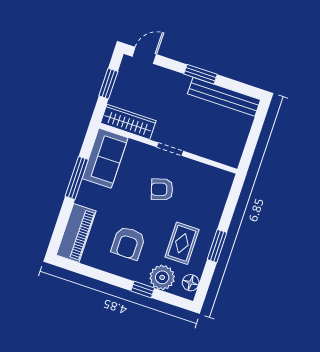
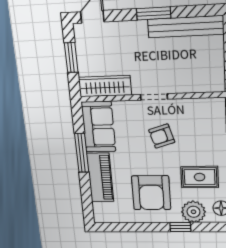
piano: (76, 233) -> (100, 178), moved
armchair: (128, 243) -> (151, 193), width x1.36, depth x1.36
rug: (182, 243) -> (200, 177), turned 90

